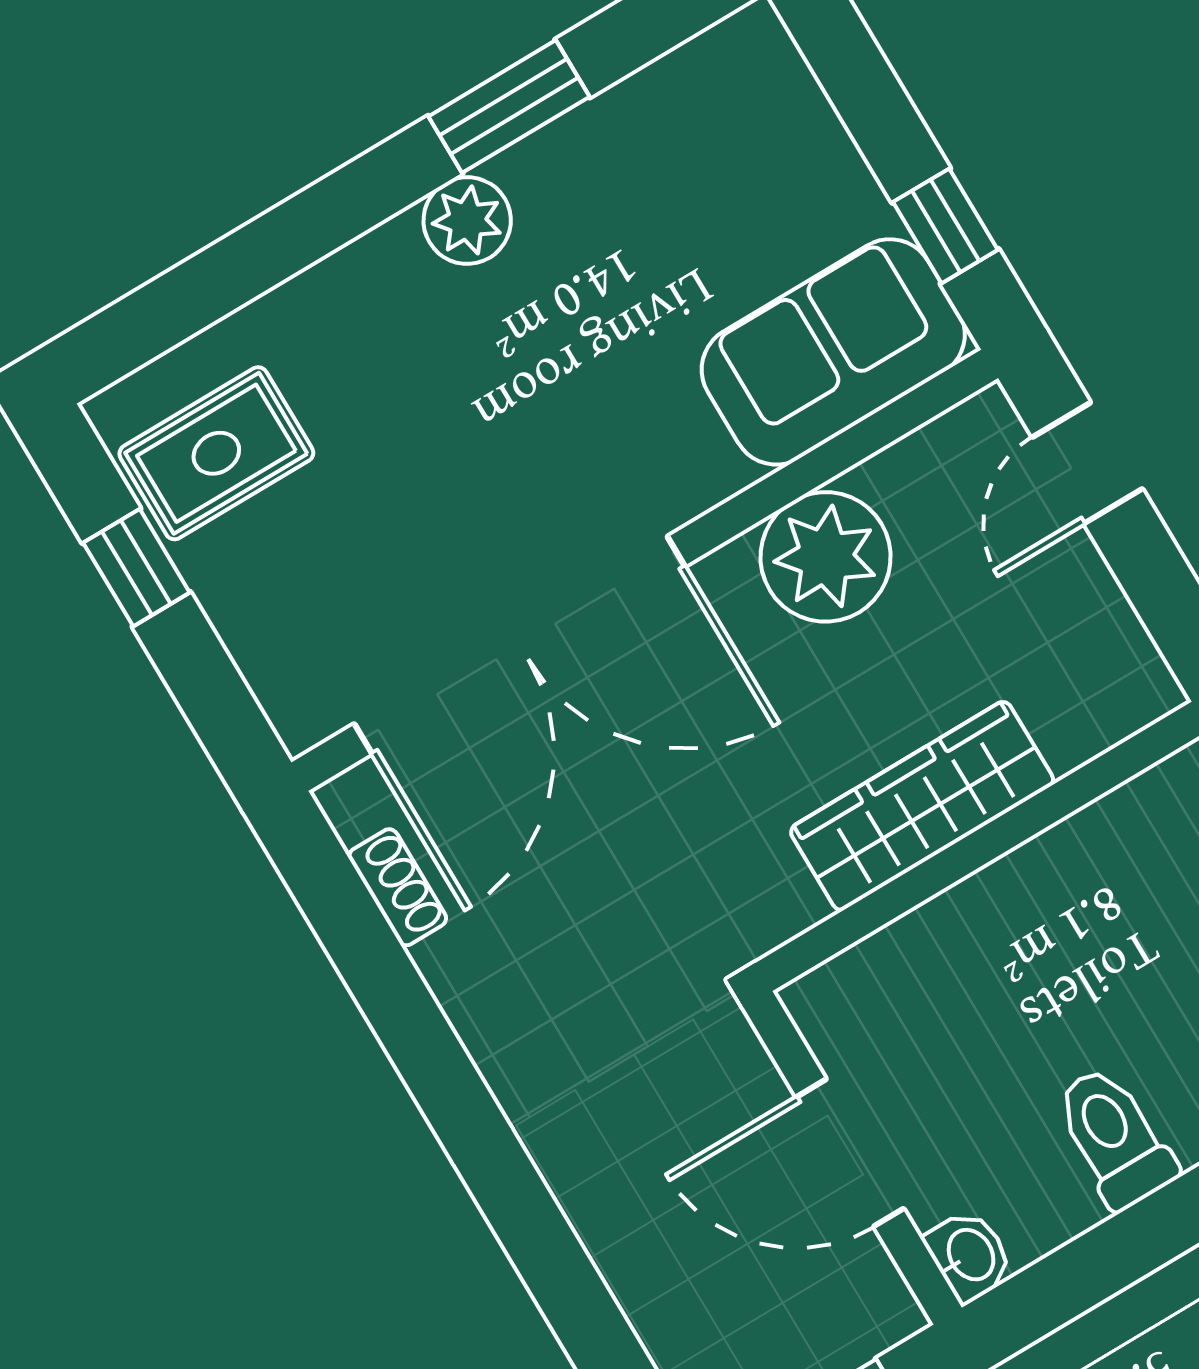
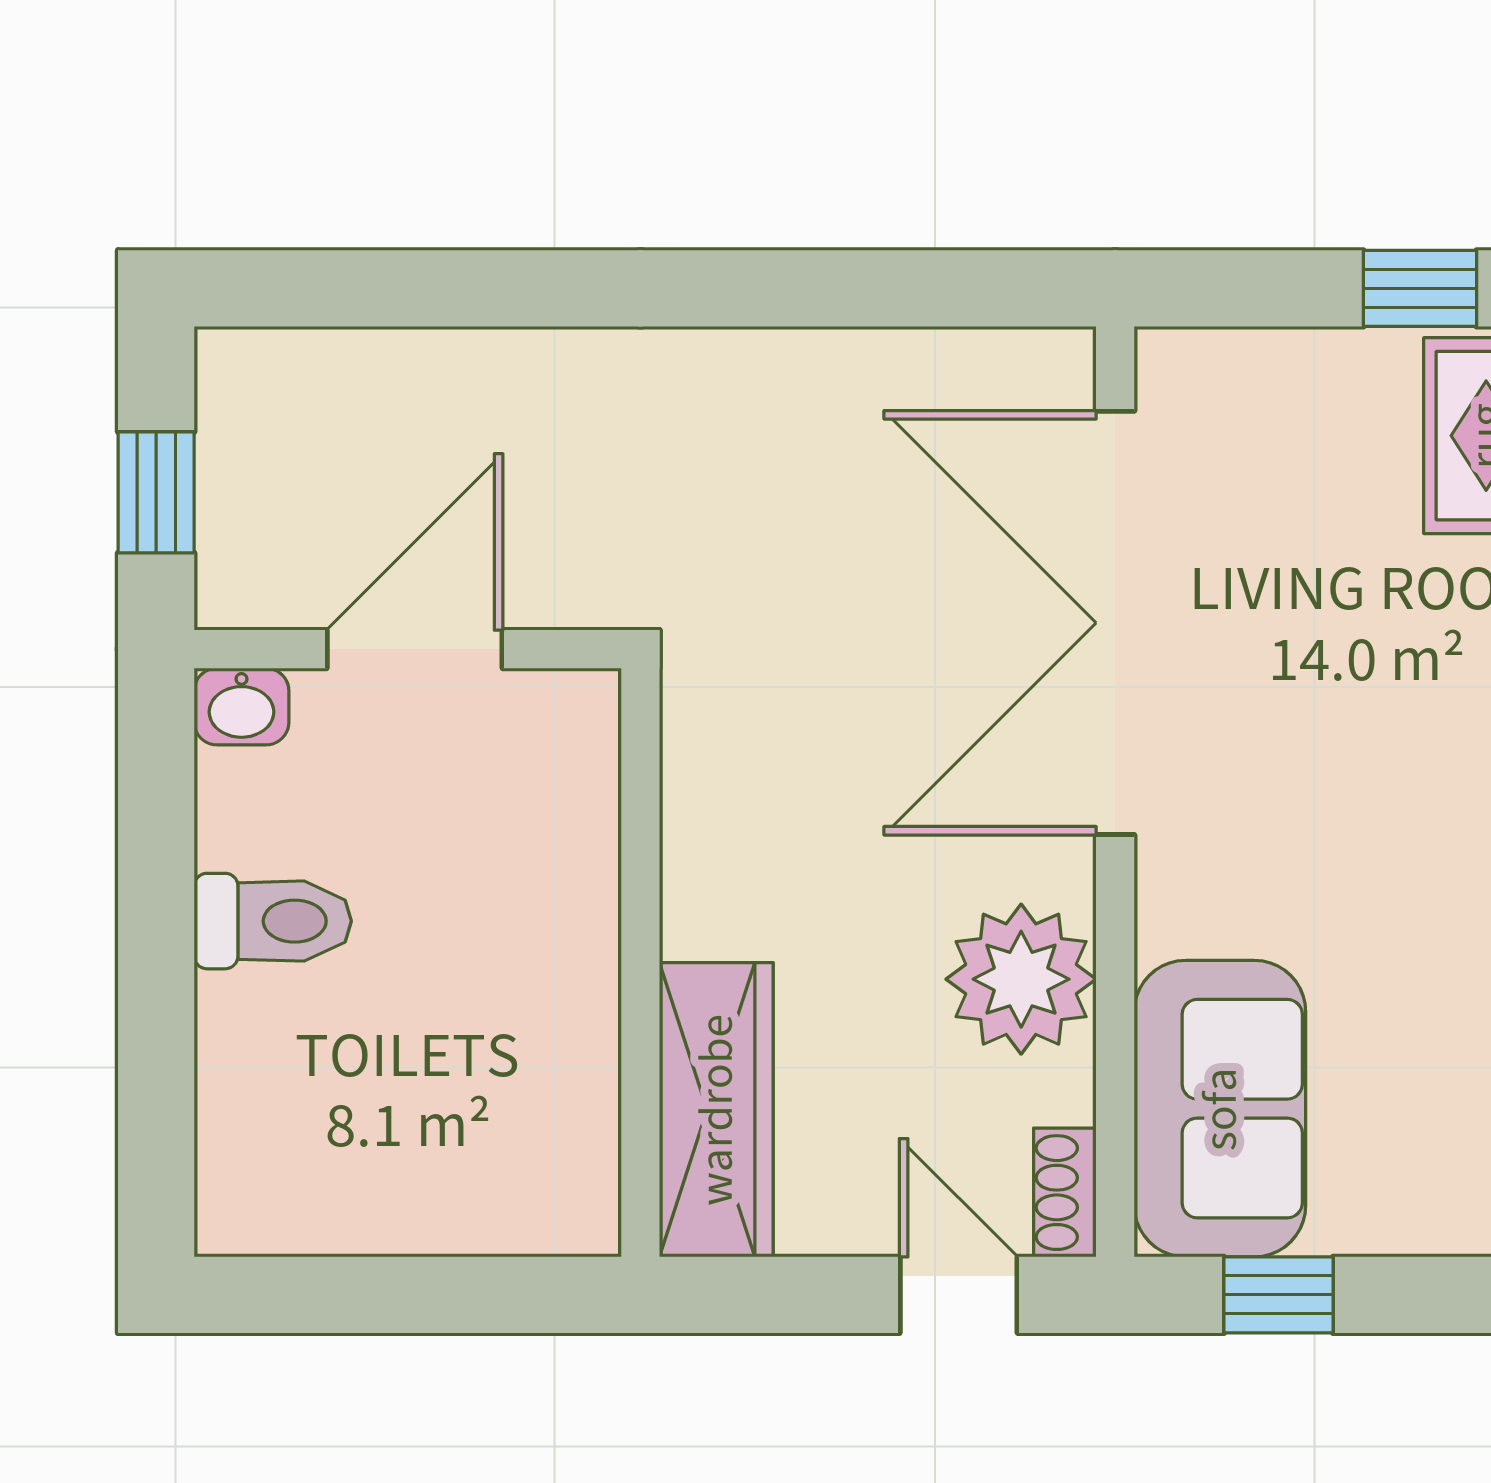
wardrobe: (922, 806) -> (716, 1110), moved
shoe rack: (398, 887) -> (1065, 1193), moved, turned 90

